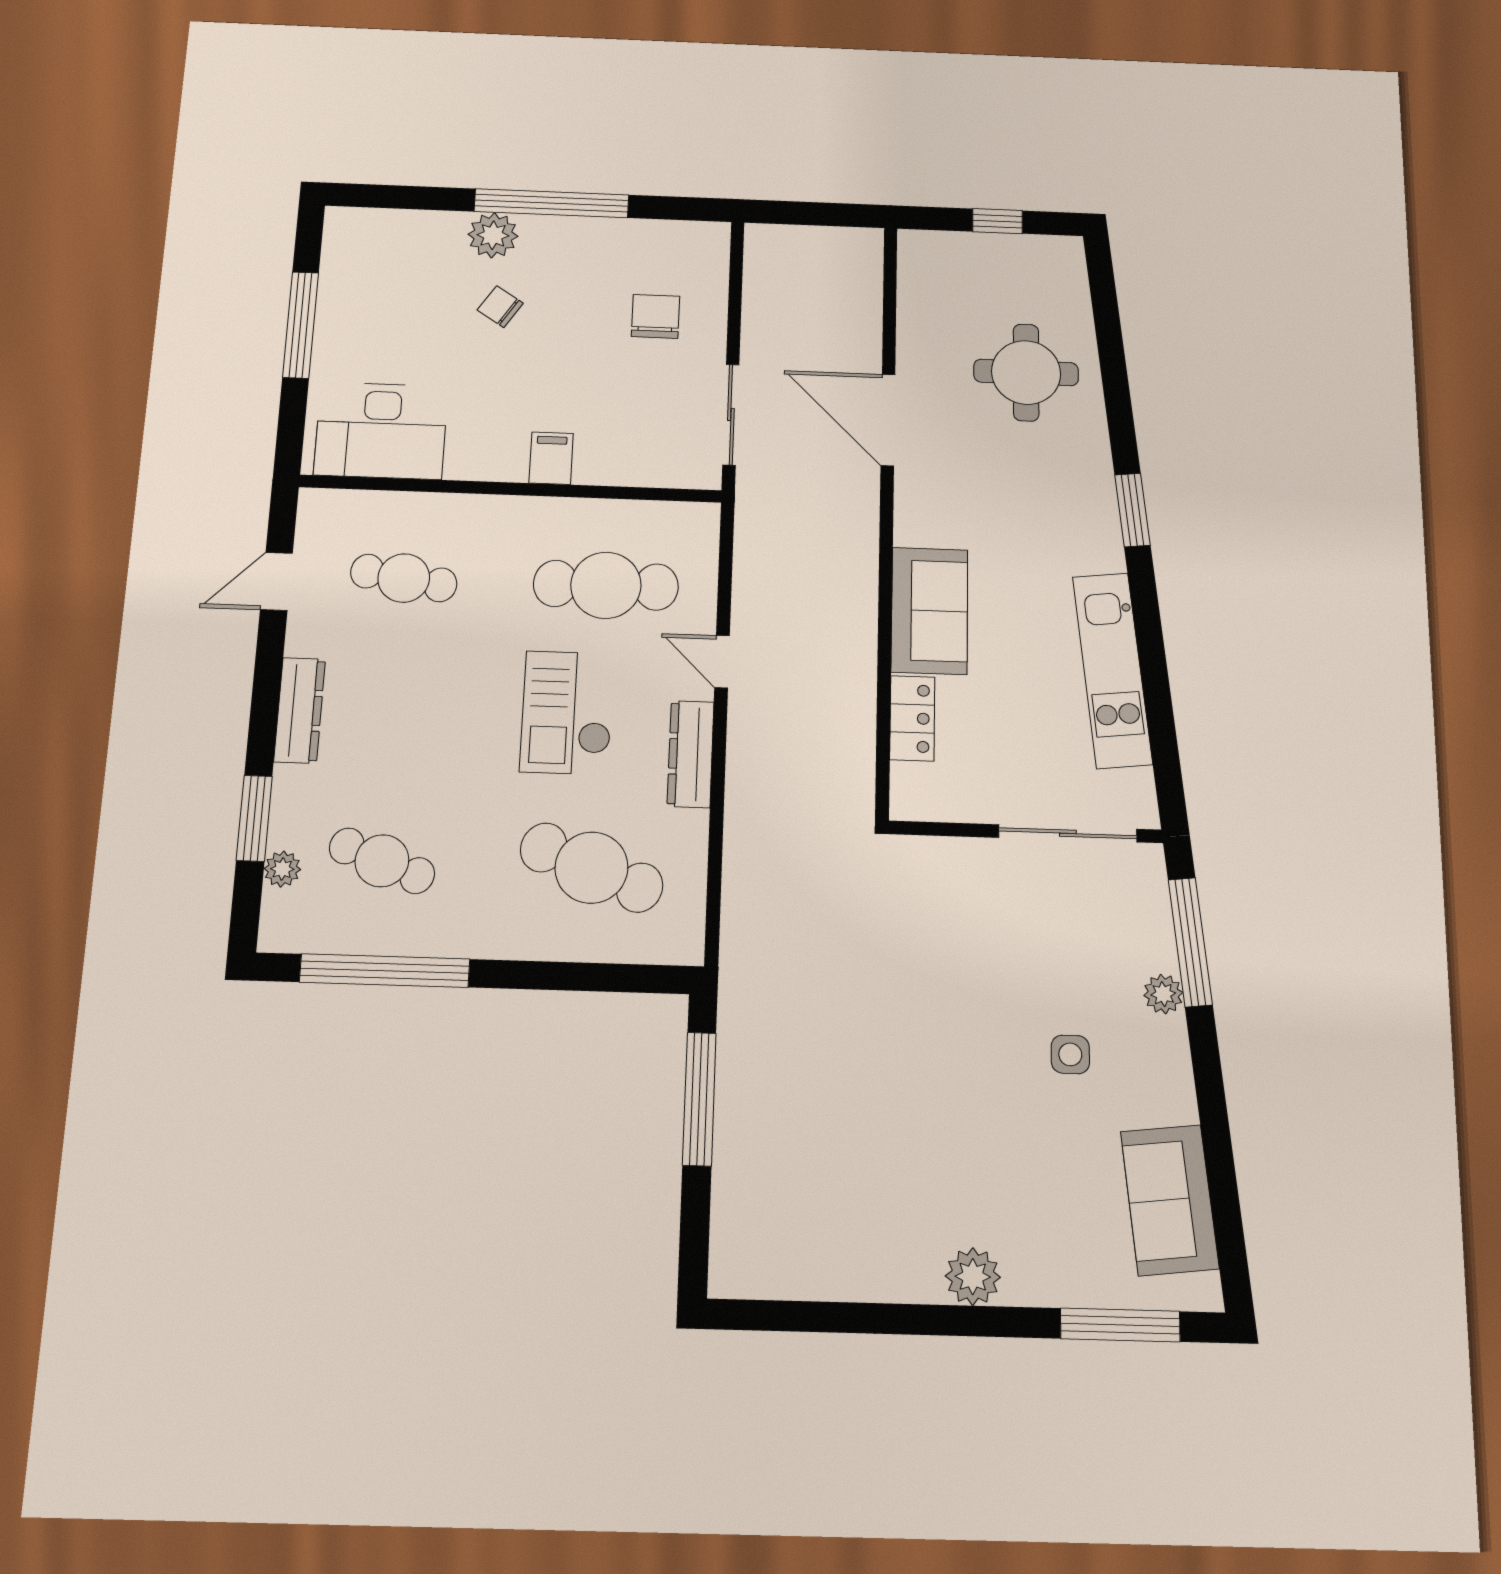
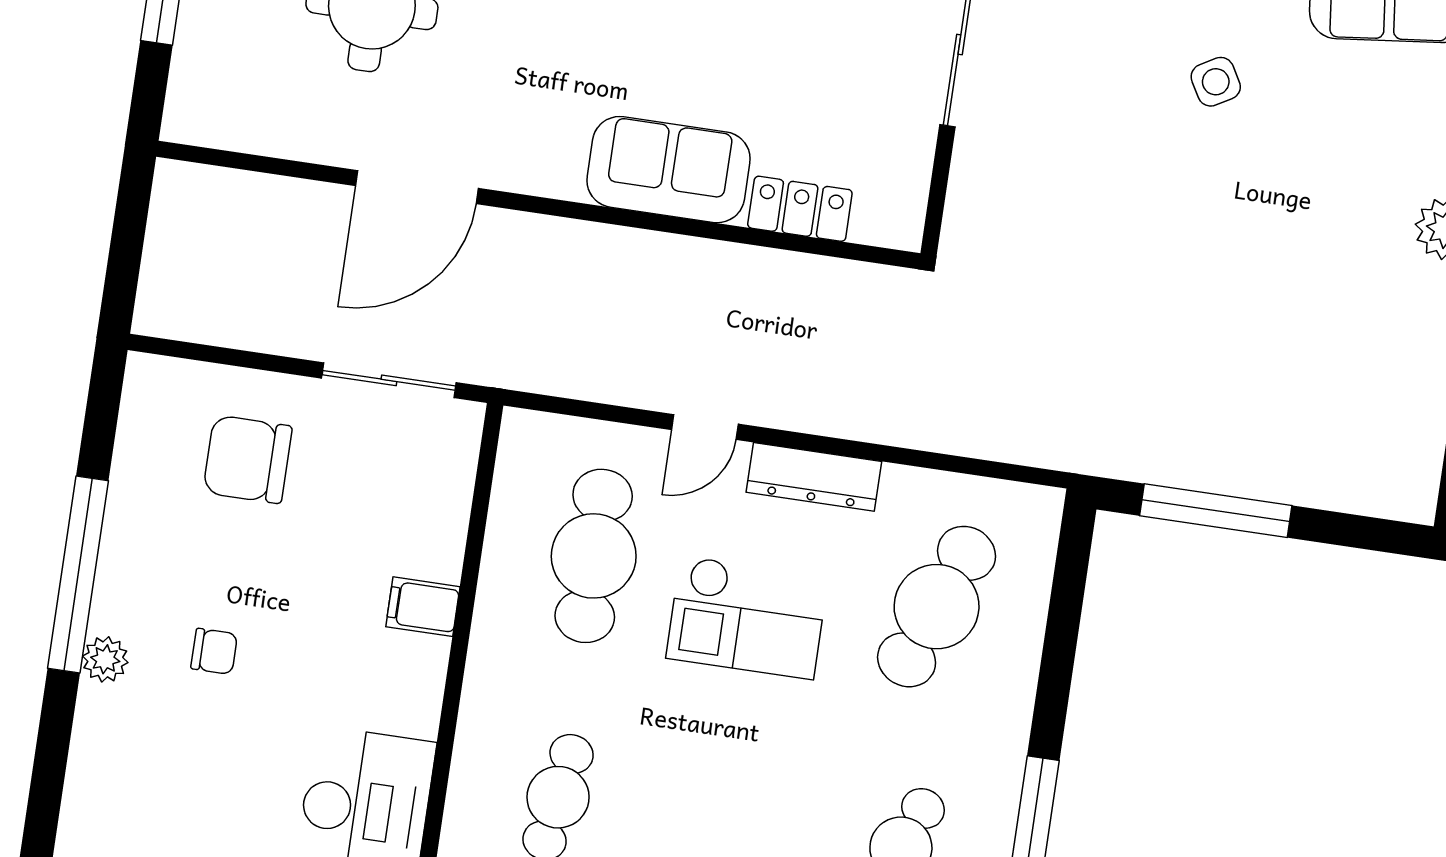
plant: (493, 235) -> (105, 659), width x0.73, depth x0.73
chair: (500, 307) -> (214, 651), turned -123
chair: (656, 316) -> (248, 459), width x1.37, depth x1.37
side table: (1070, 1054) -> (1216, 82), turned -30

